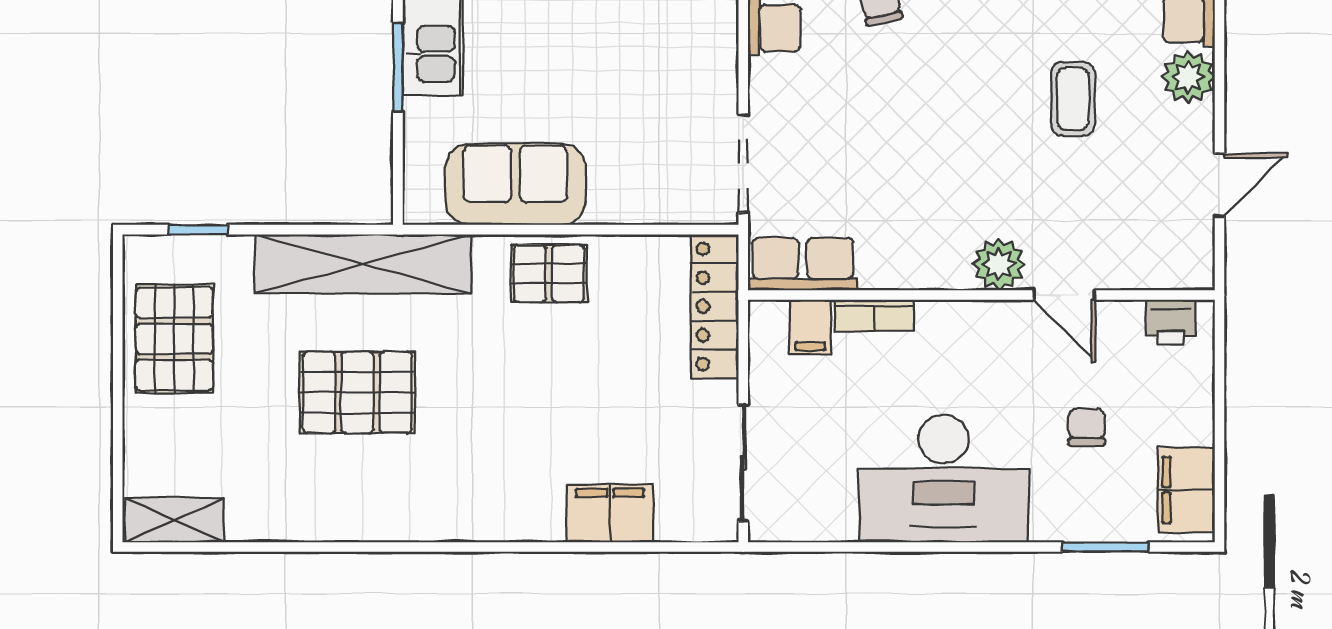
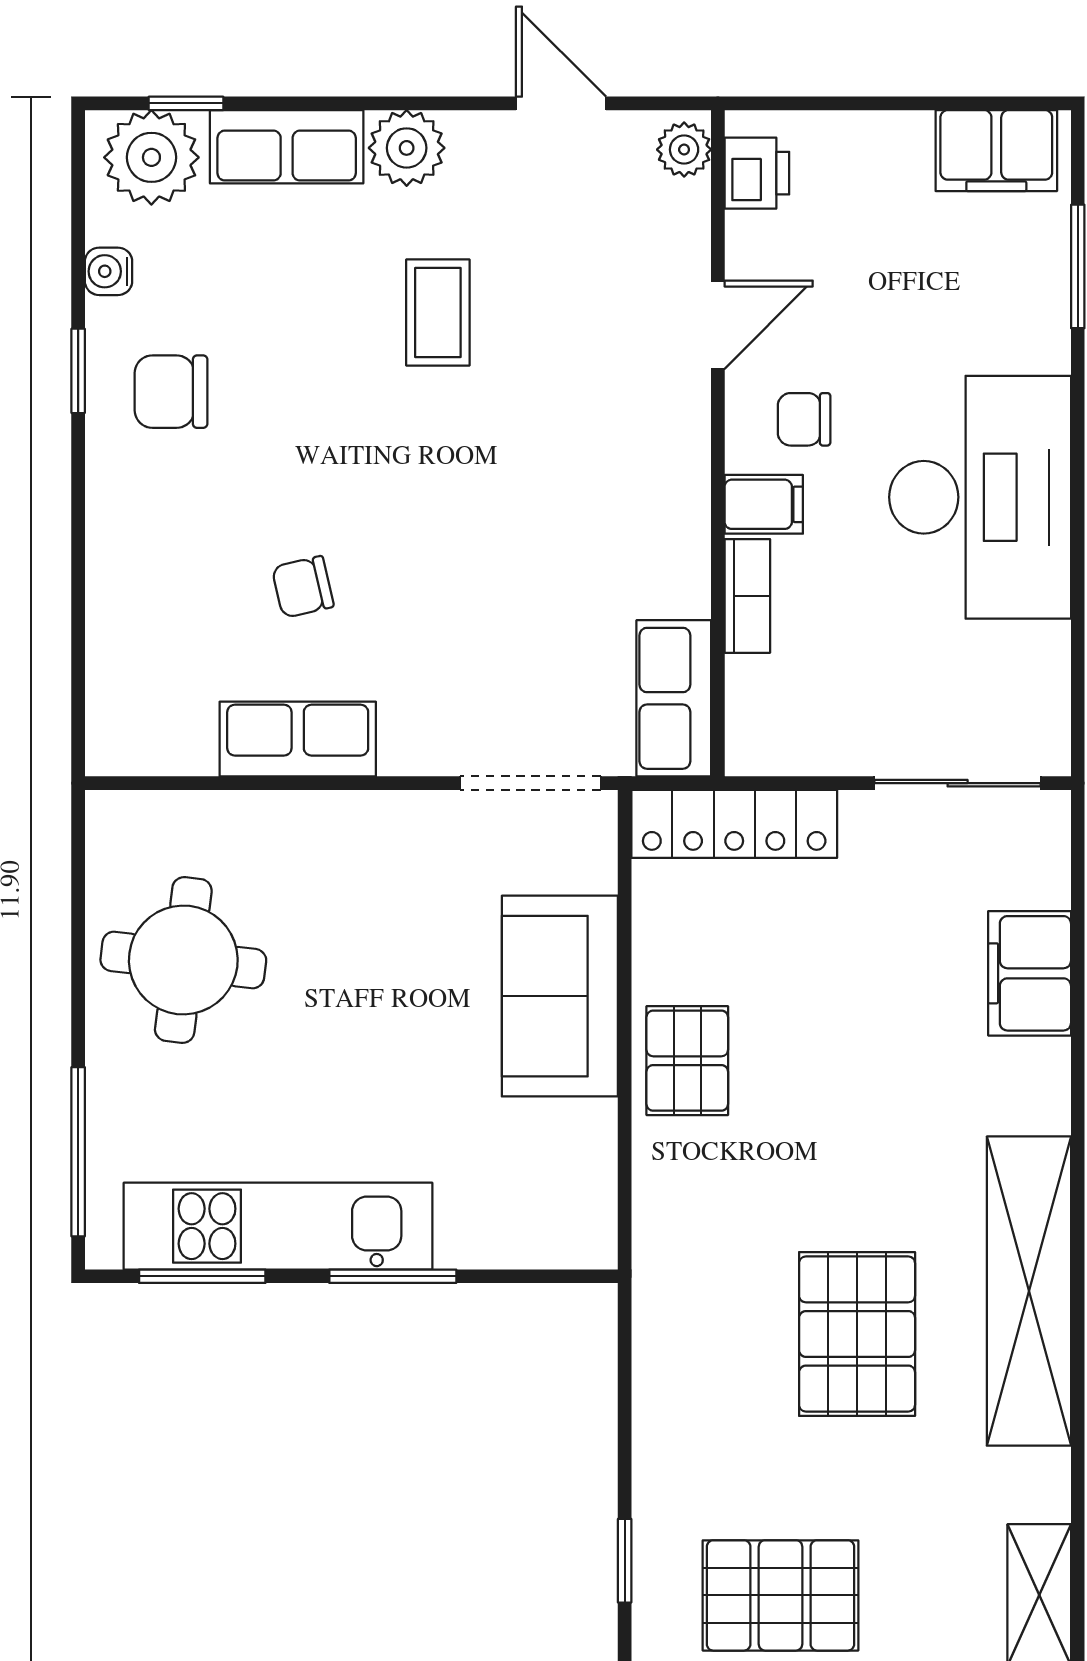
coffee table: (1073, 99) -> (438, 312), turned 90
sofa: (515, 184) -> (560, 996), moved
shelving: (363, 264) -> (1029, 1291), moved
plant: (999, 264) -> (684, 150), moved, width x0.73, depth x0.73
filing cabinet: (810, 327) -> (764, 504), moved
chair: (1087, 427) -> (804, 419), moved

